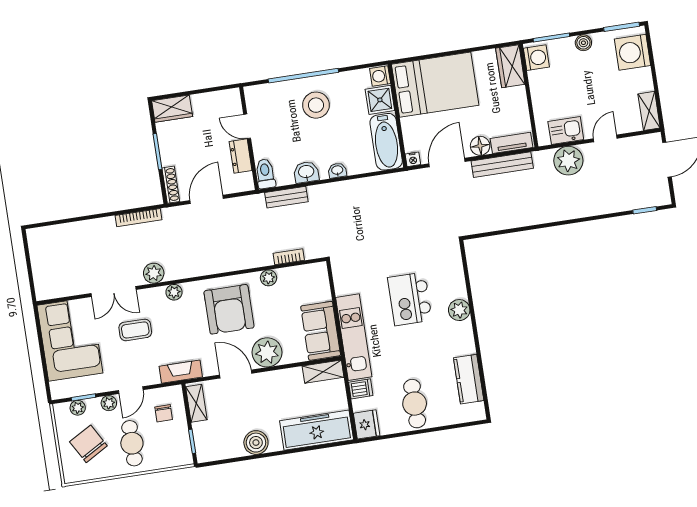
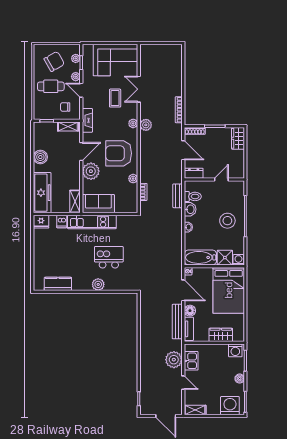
wardrobe: (510, 66) -> (221, 335), moved
dresser: (241, 156) -> (194, 173), moved
toilet: (265, 174) -> (193, 196), moved
plant: (154, 273) -> (146, 125), moved
cafe table: (415, 404) -> (49, 251), removed

